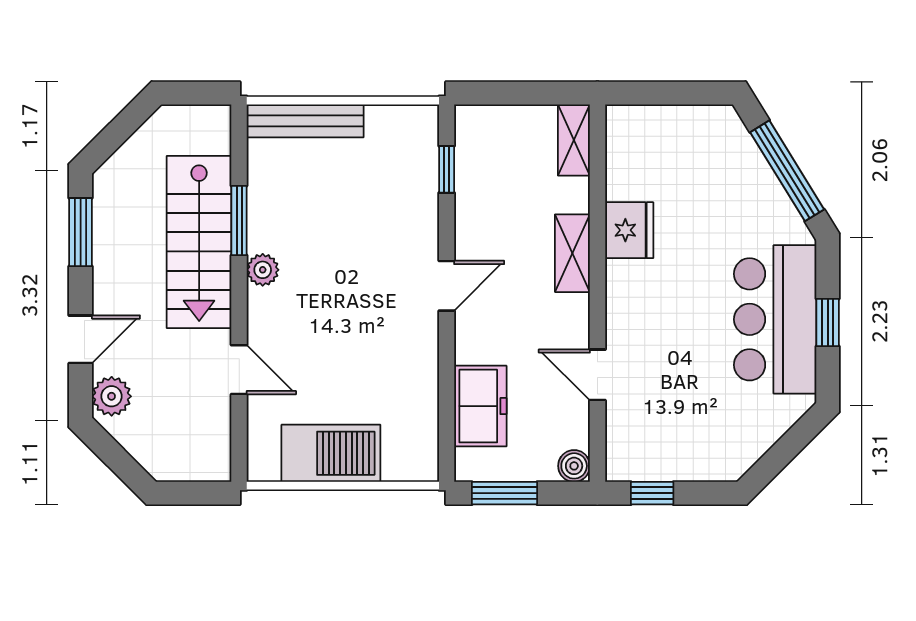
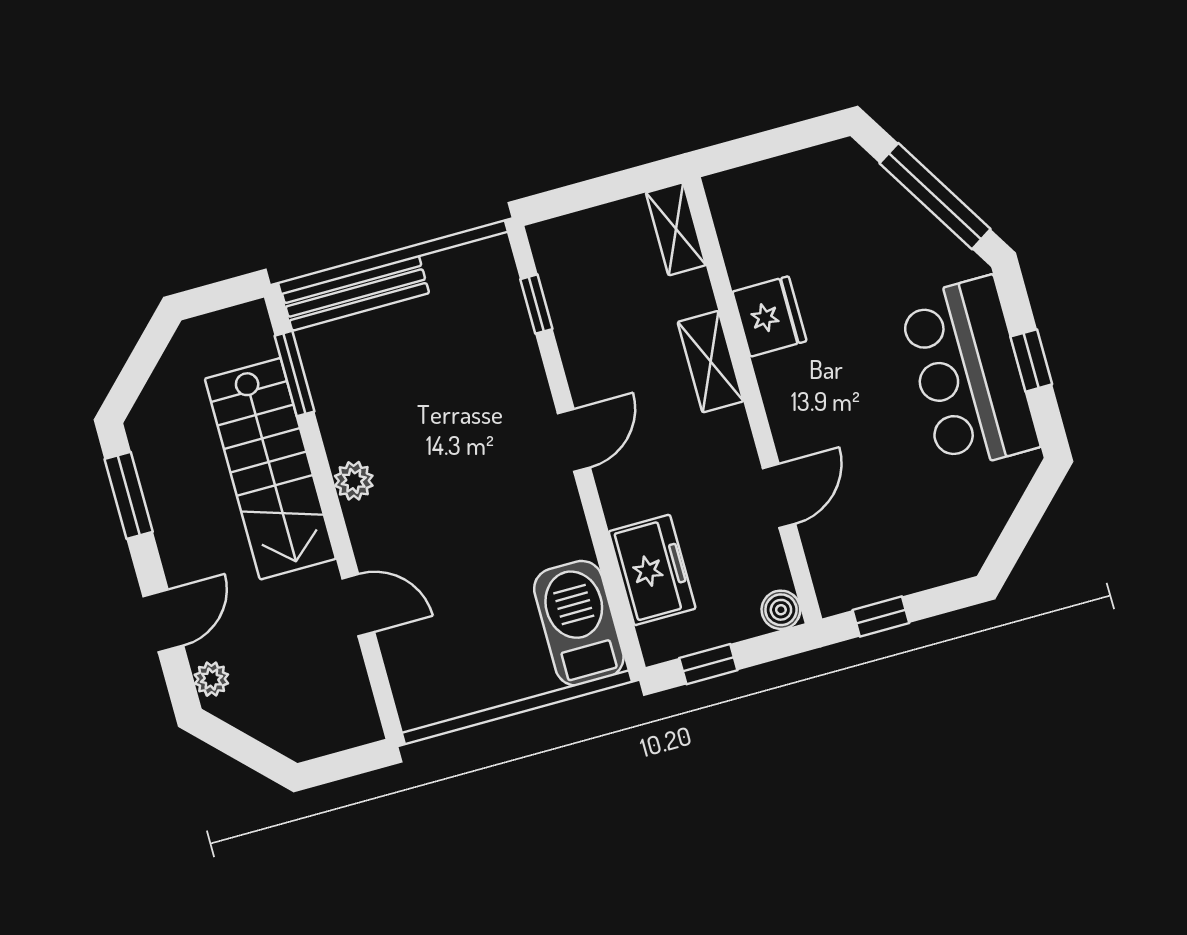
window: (239, 221) -> (294, 374), moved
door: (597, 375) -> (779, 496), swing flipped
plant: (112, 396) -> (211, 679), width x0.73, depth x0.73
barbecue: (331, 453) -> (579, 623), moved, turned -90
window: (504, 493) -> (708, 664), width x0.67

